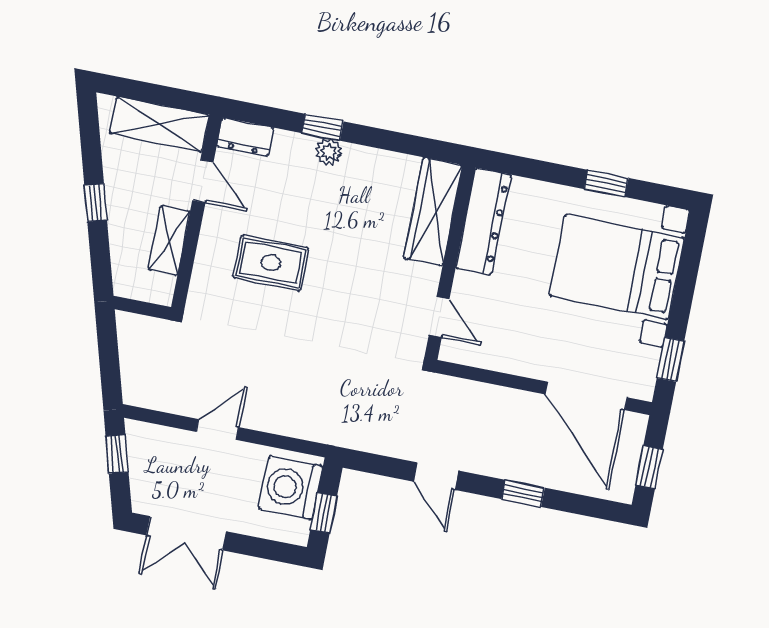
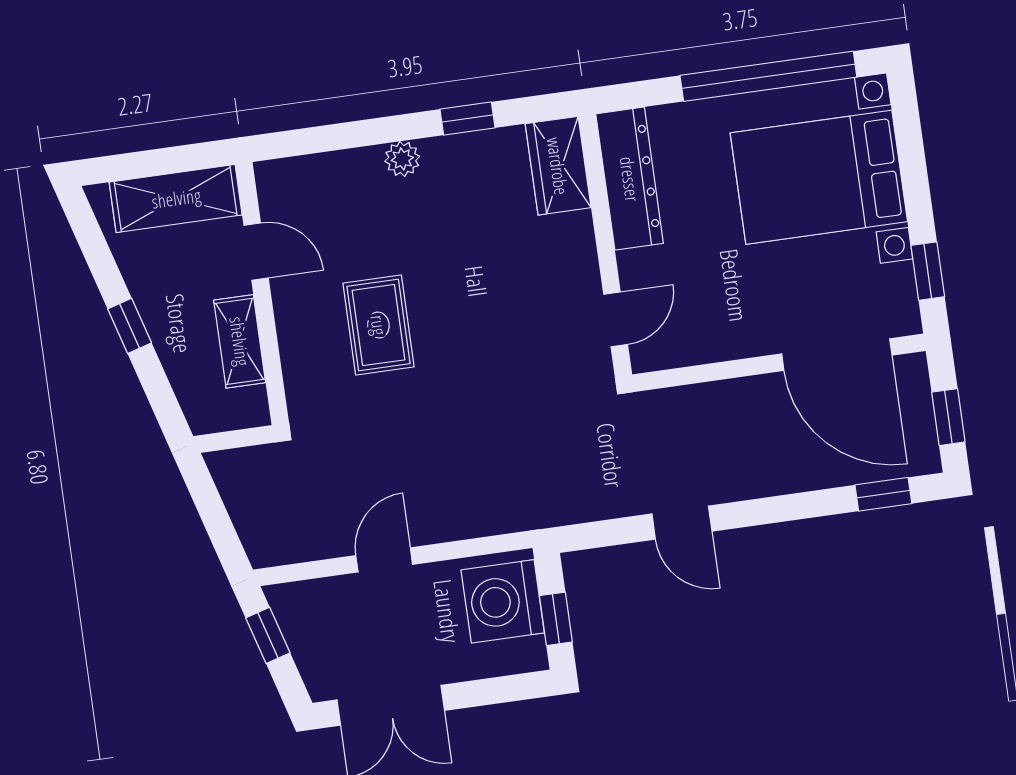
window: (322, 127) -> (467, 119), moved
dresser: (245, 137) -> (290, 177), removed
window: (606, 183) -> (768, 76), width x3.17
wardrobe: (433, 212) -> (558, 166), width x0.67
rug: (271, 263) -> (379, 325), turned 90
door: (439, 317) -> (616, 319), hinge flipped
window: (523, 493) -> (883, 494), moved

